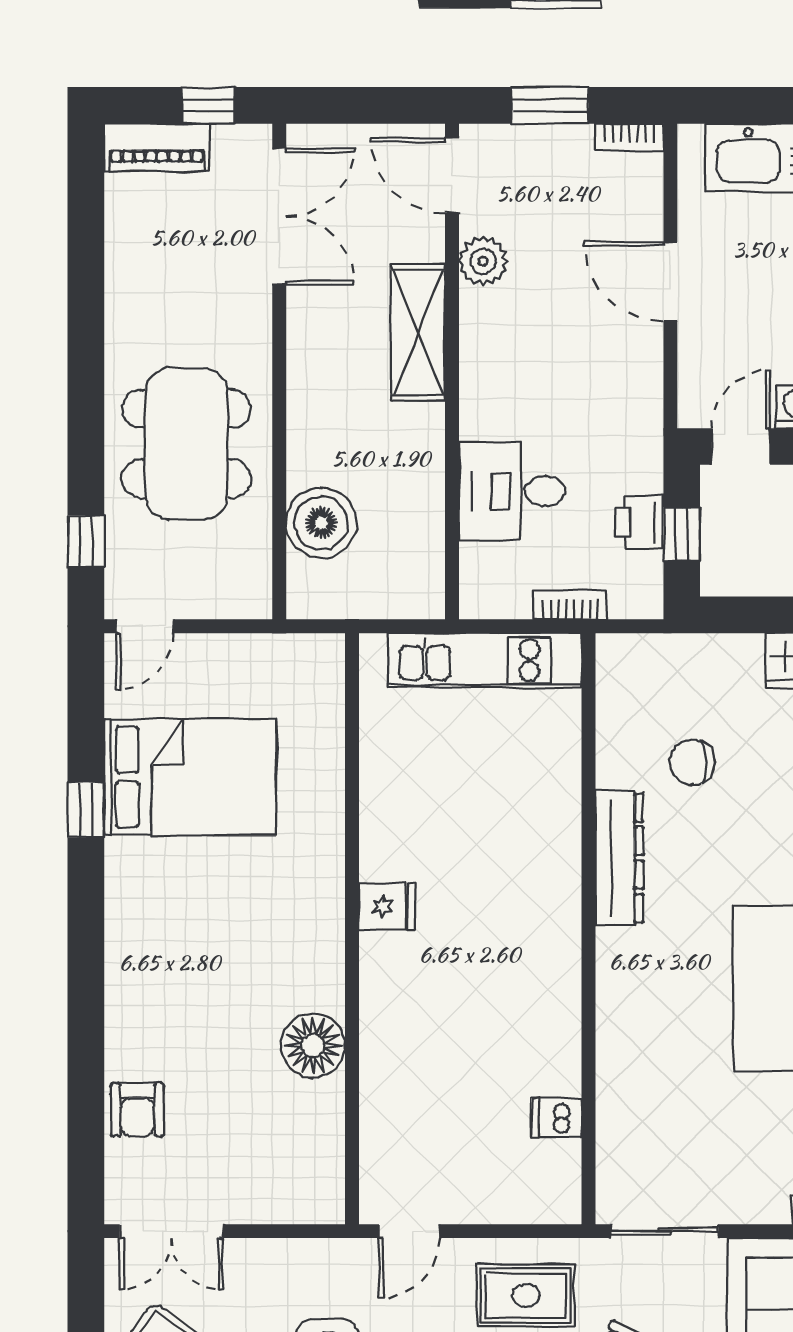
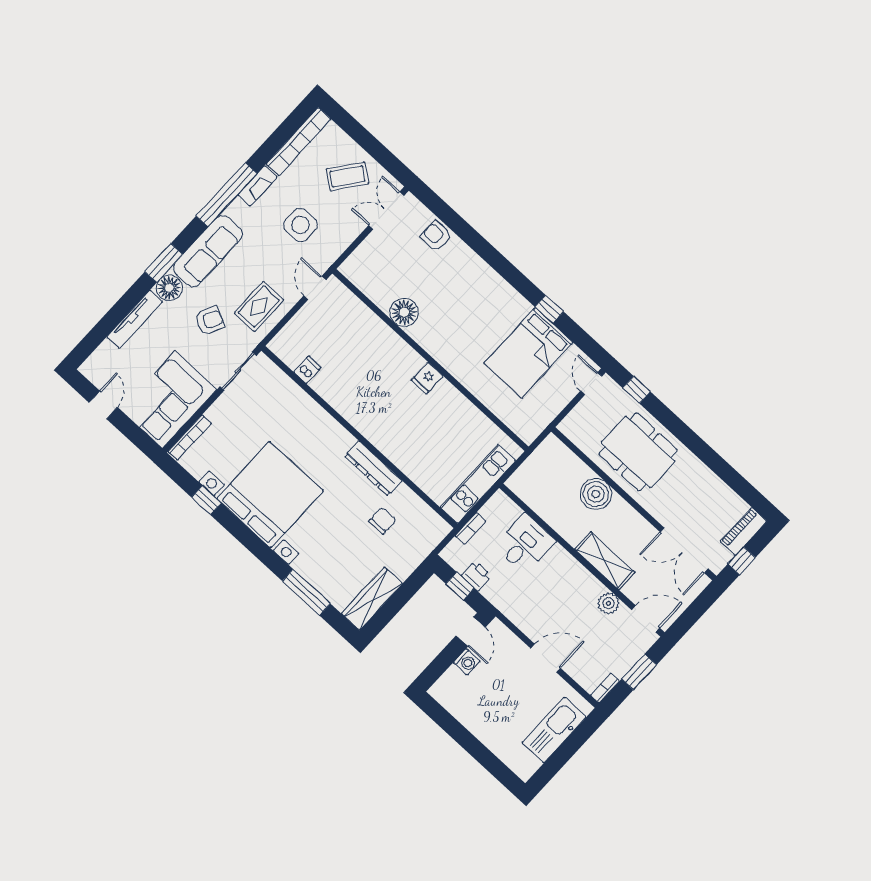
boiler: (321, 523) -> (596, 494), moved

